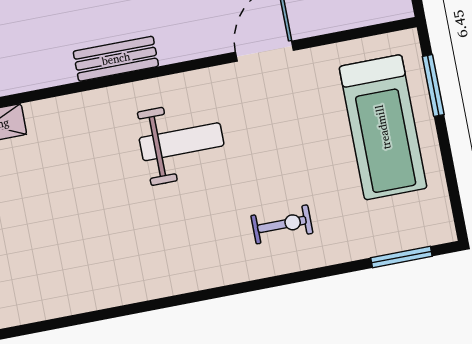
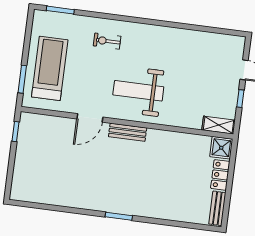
bench: (116, 59) -> (128, 132), moved
weight bench: (182, 142) -> (138, 91), width x1.36, depth x1.33

